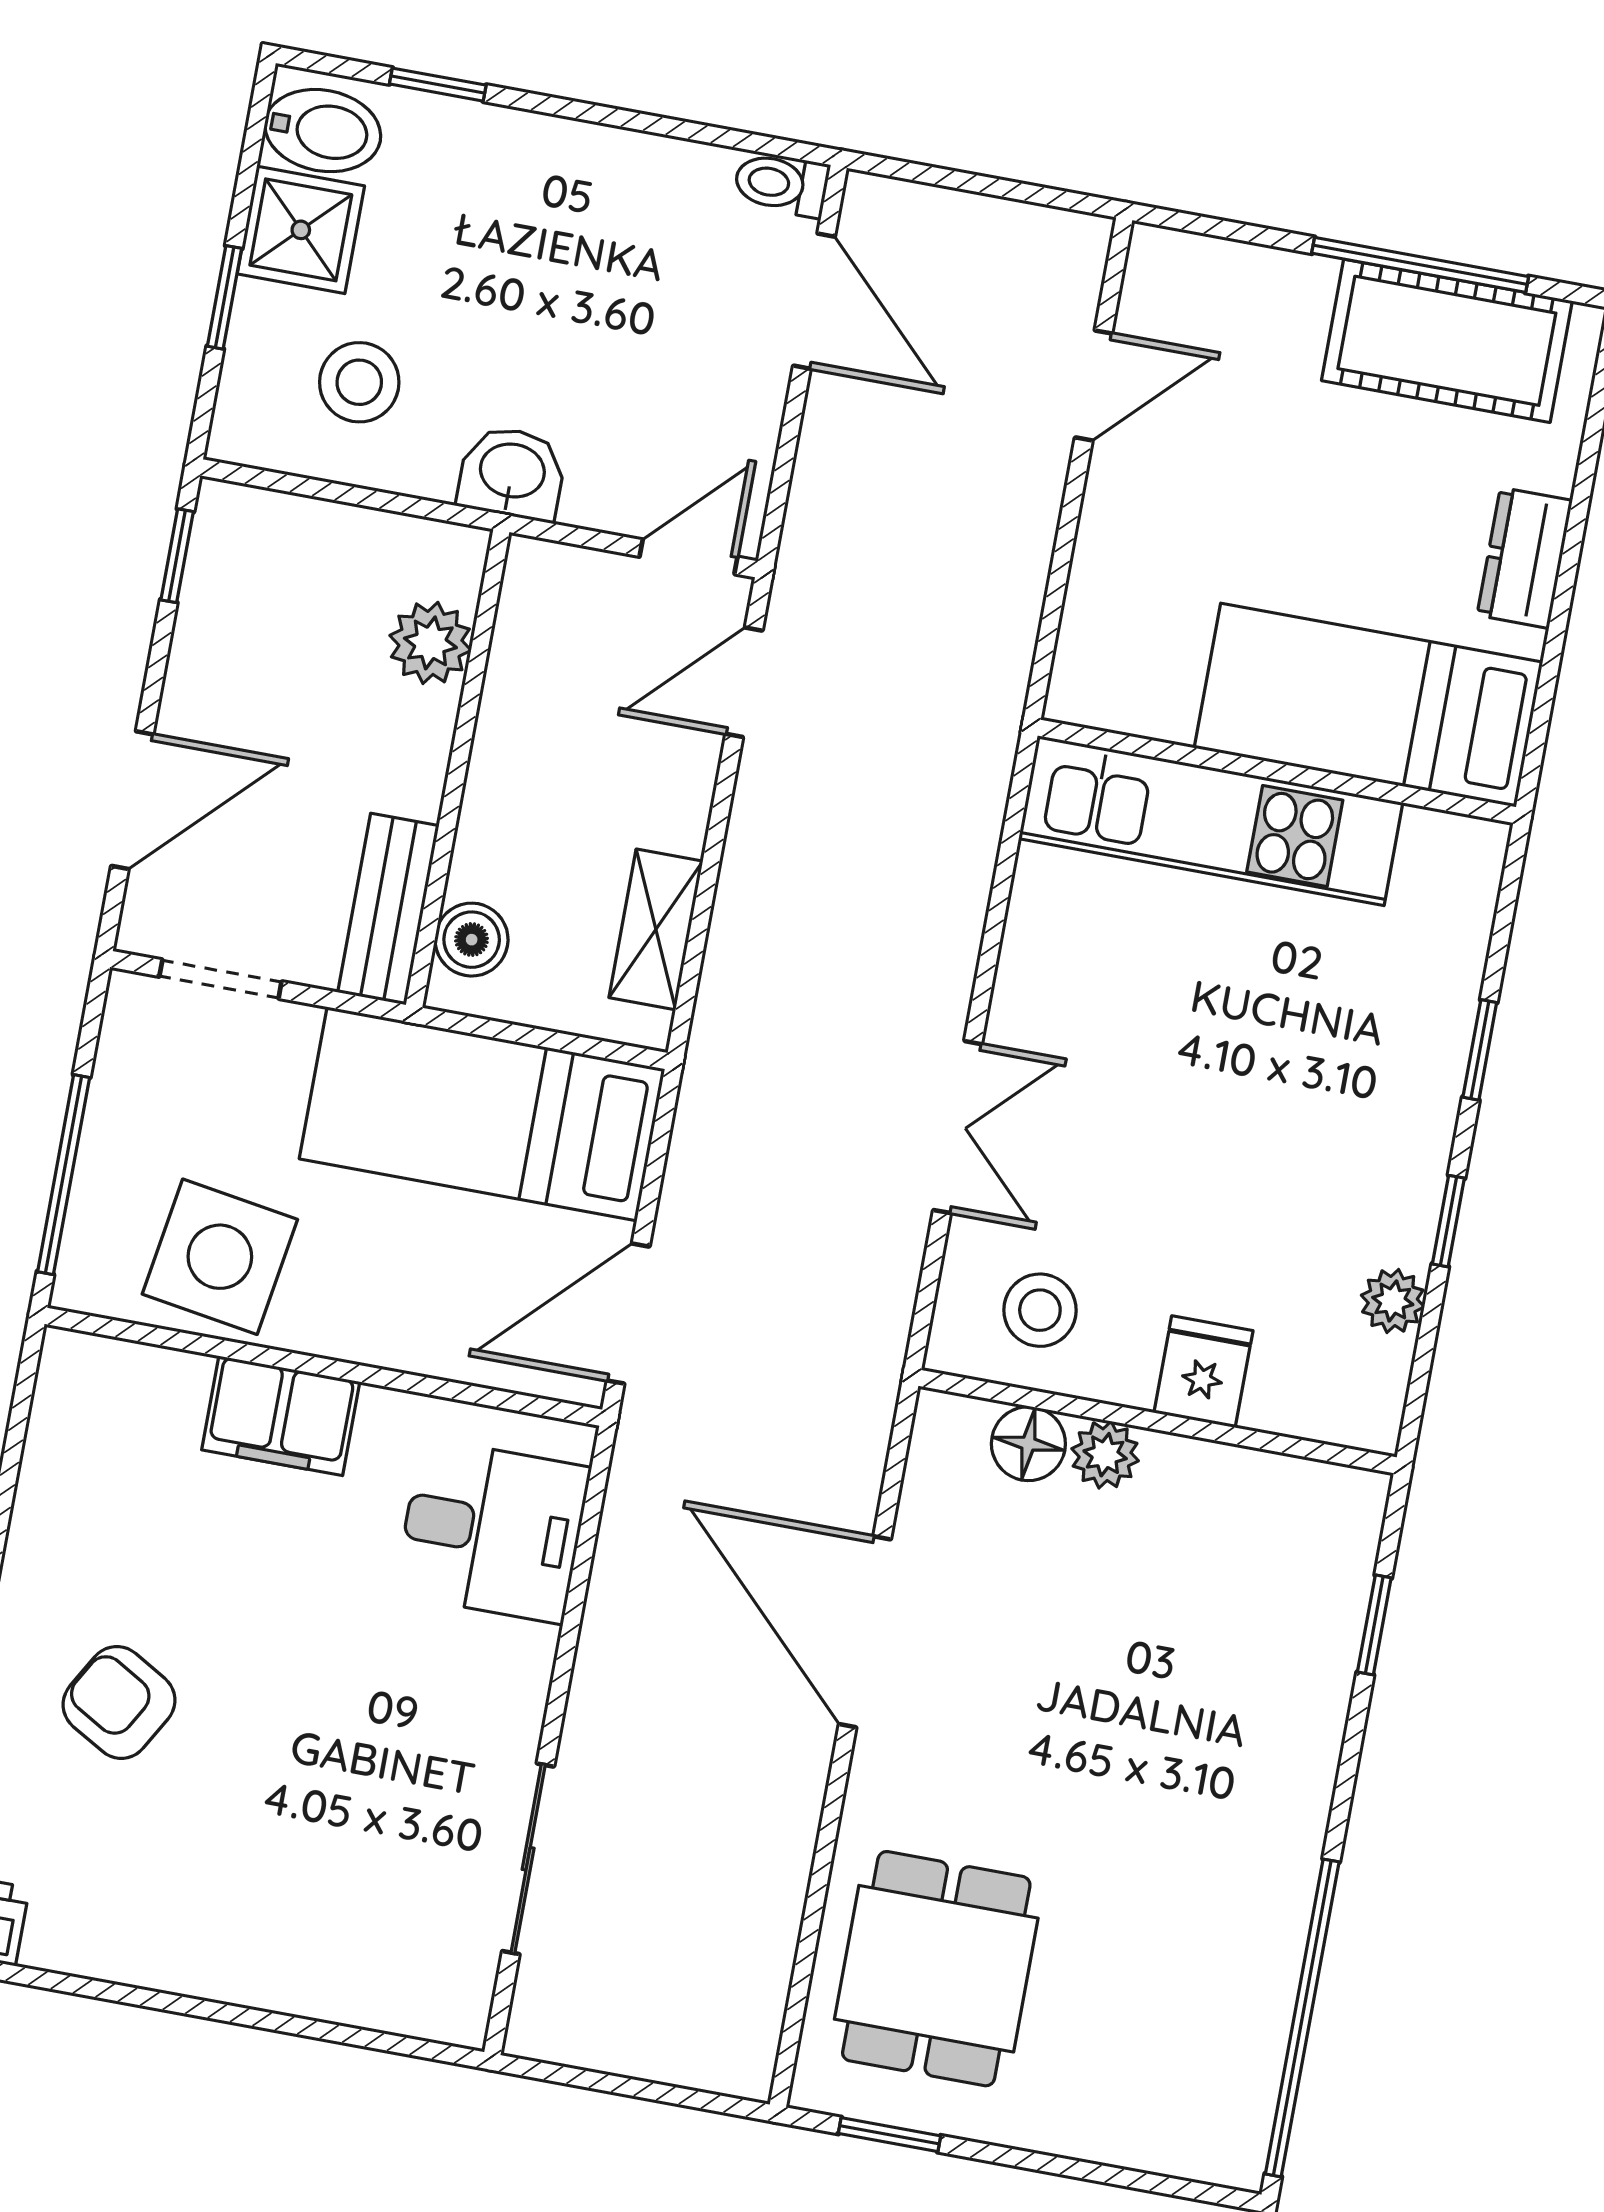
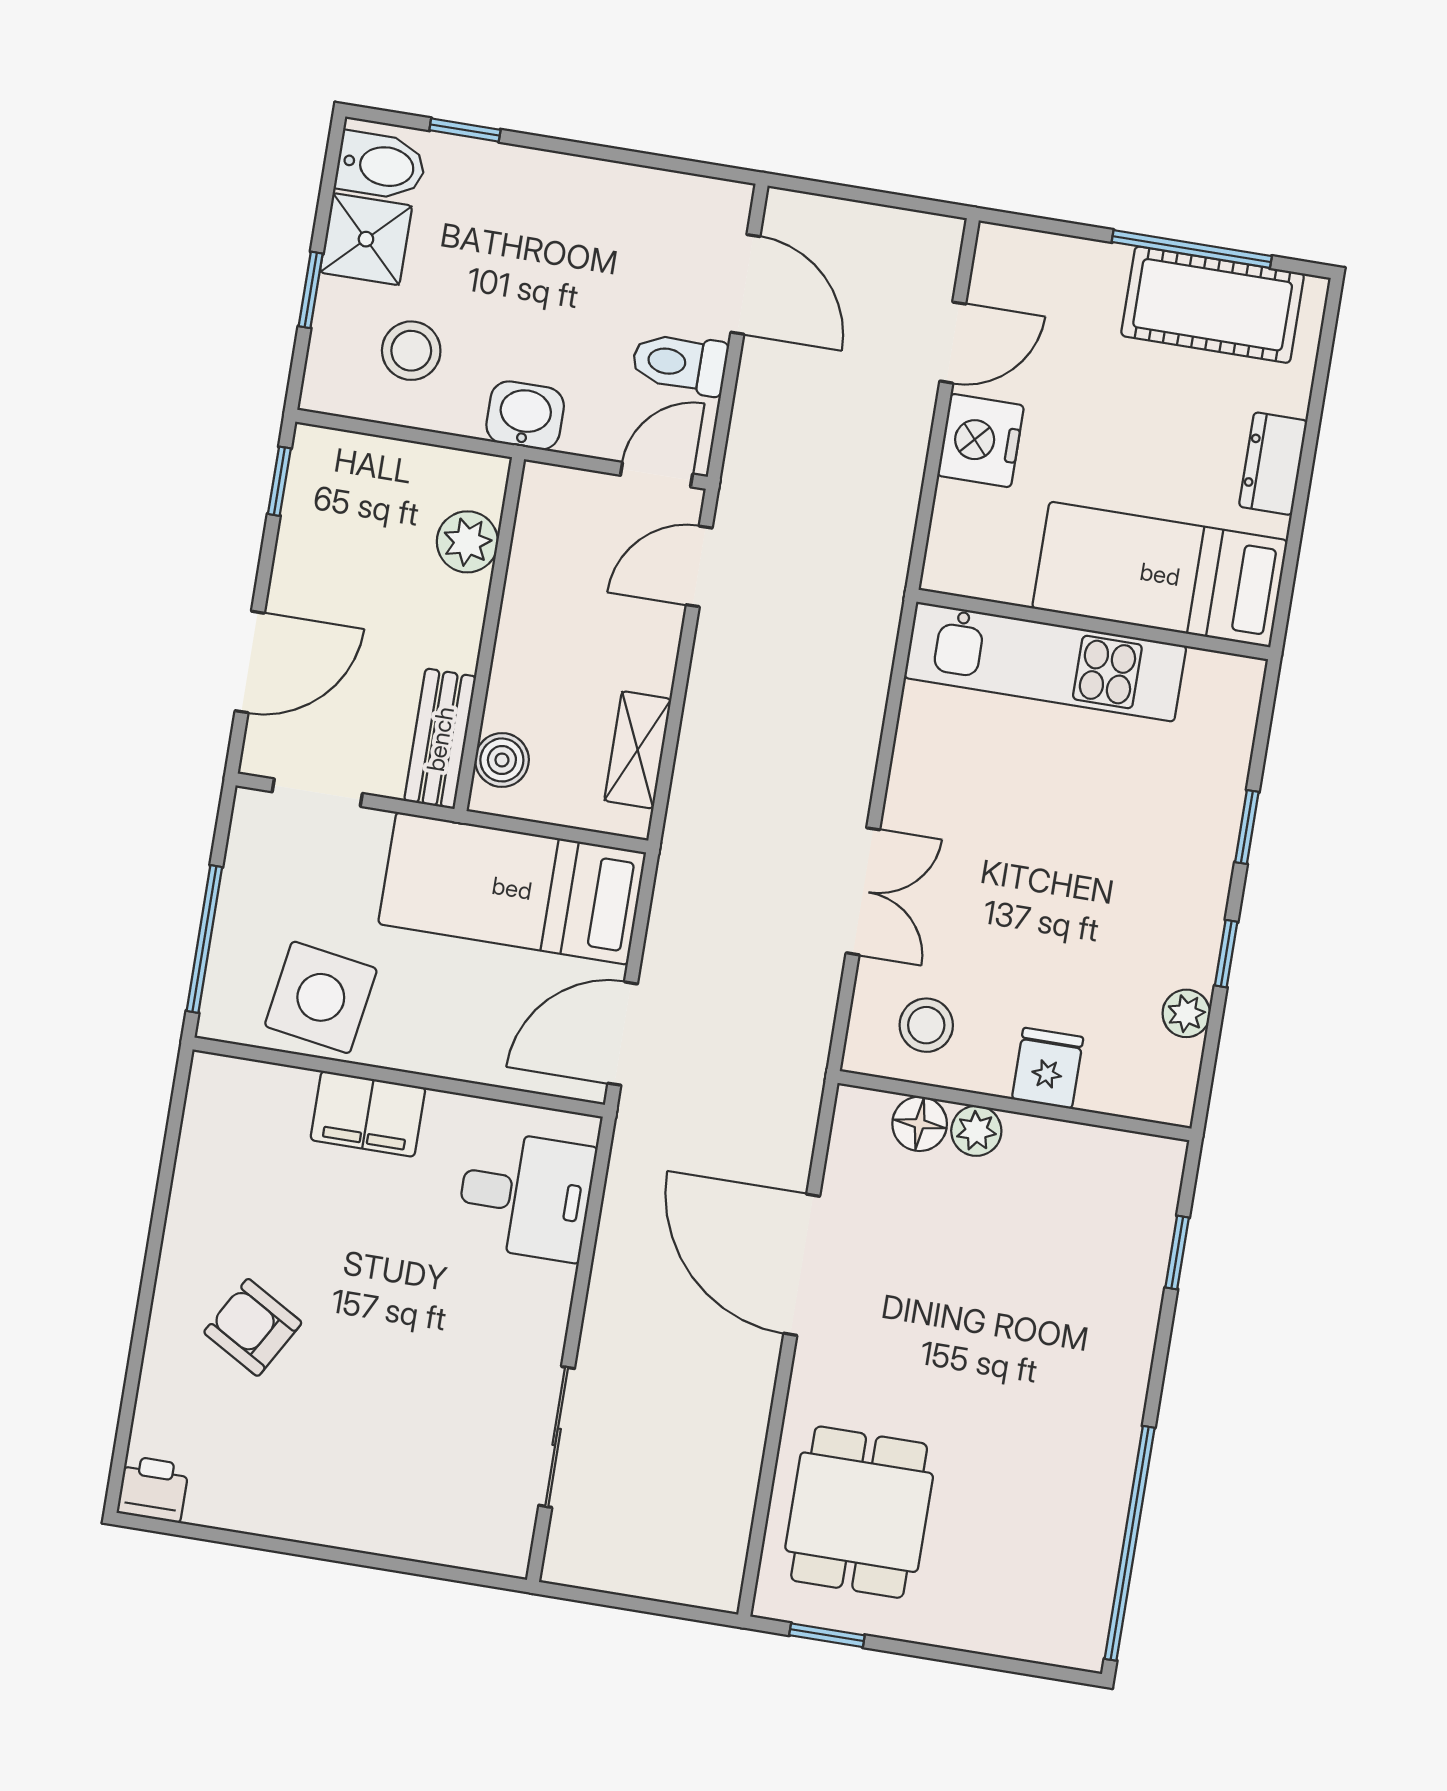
toilet: (781, 184) -> (680, 363), moved, width x1.37, depth x1.39
nightstand: (1129, 519) -> (981, 441), added

